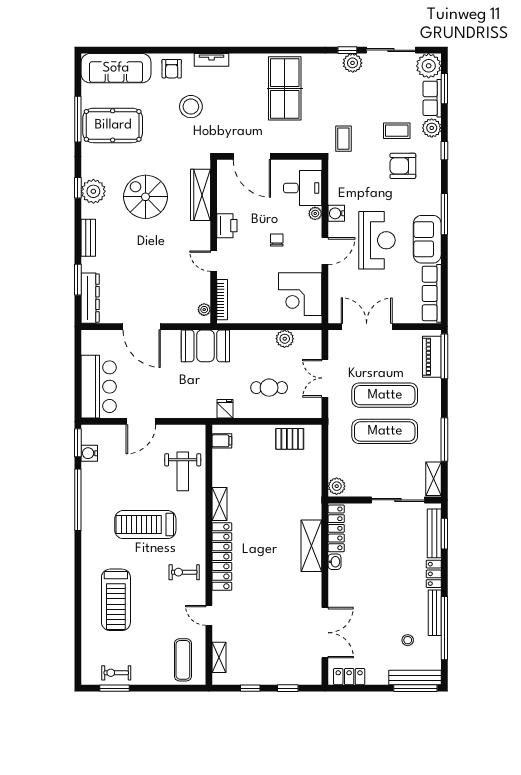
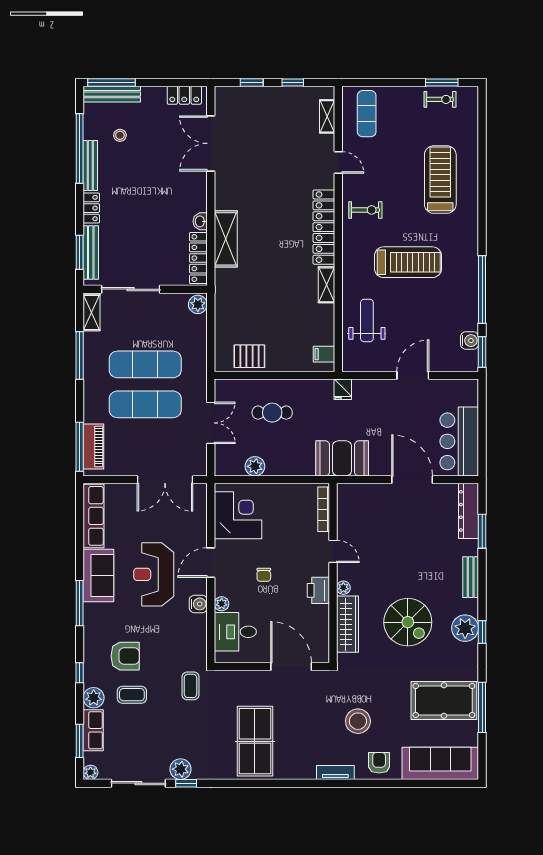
plant: (429, 66) -> (90, 772), width x0.53, depth x0.53
plant: (204, 310) -> (343, 588), moved
bar counter: (99, 387) -> (459, 441), moved
fridge: (225, 409) -> (343, 389), moved

